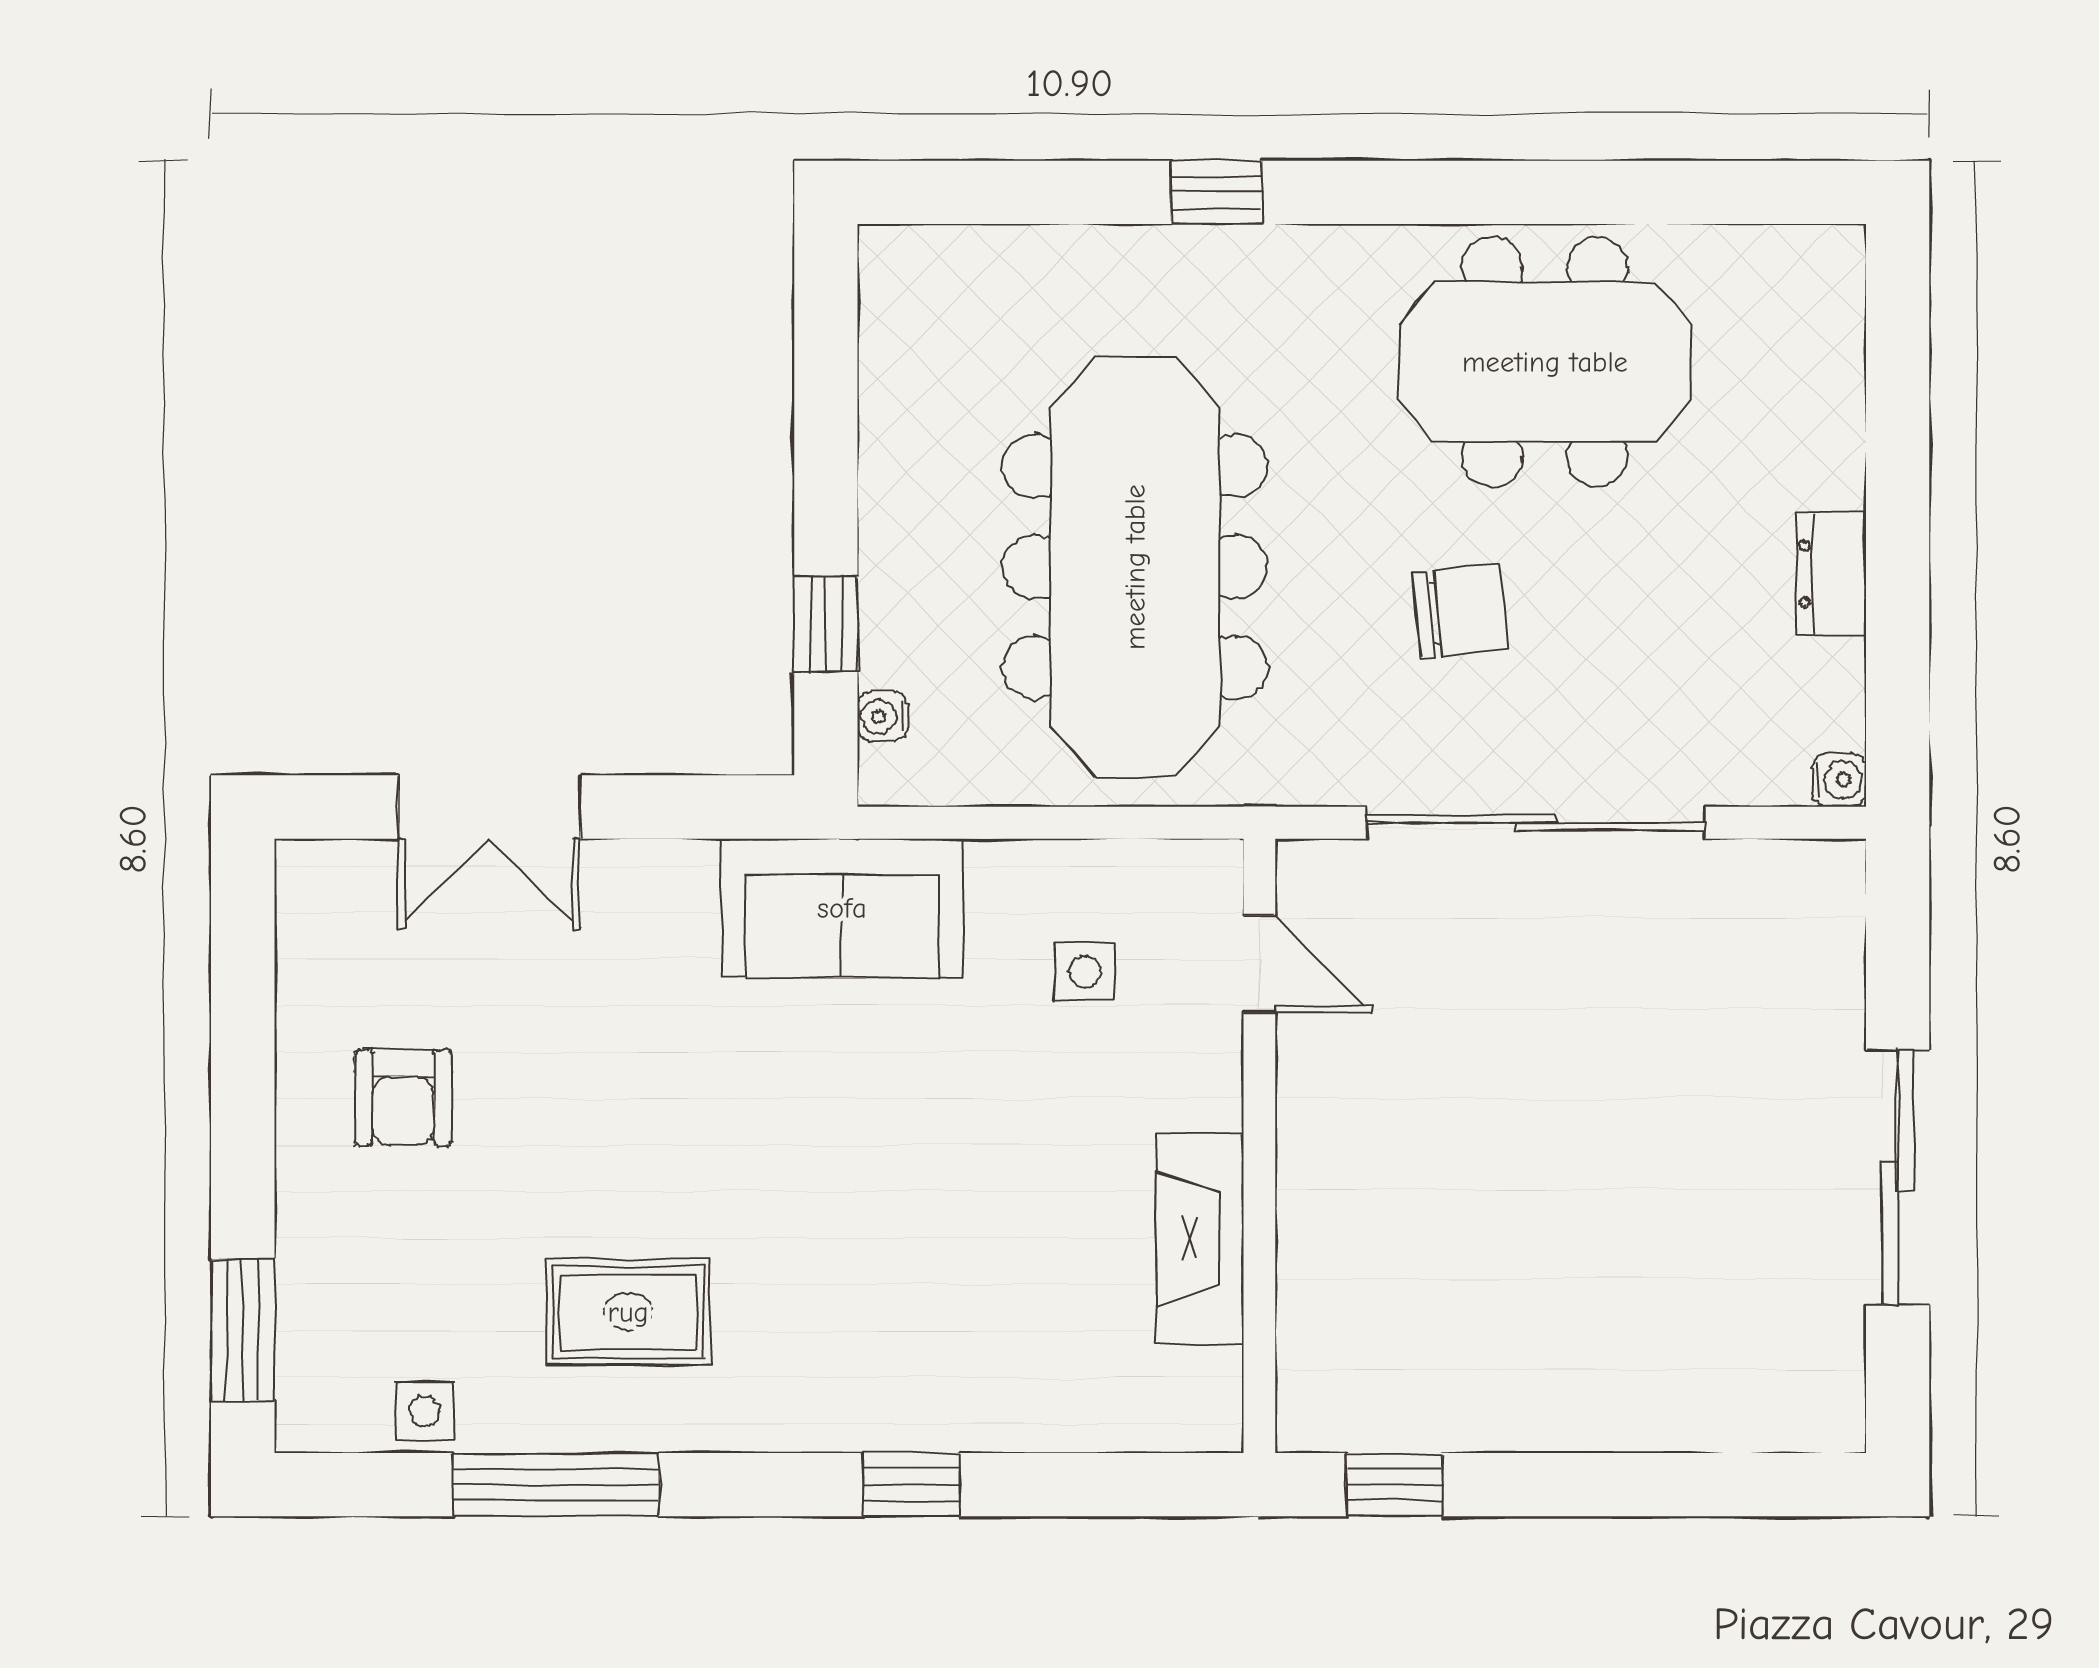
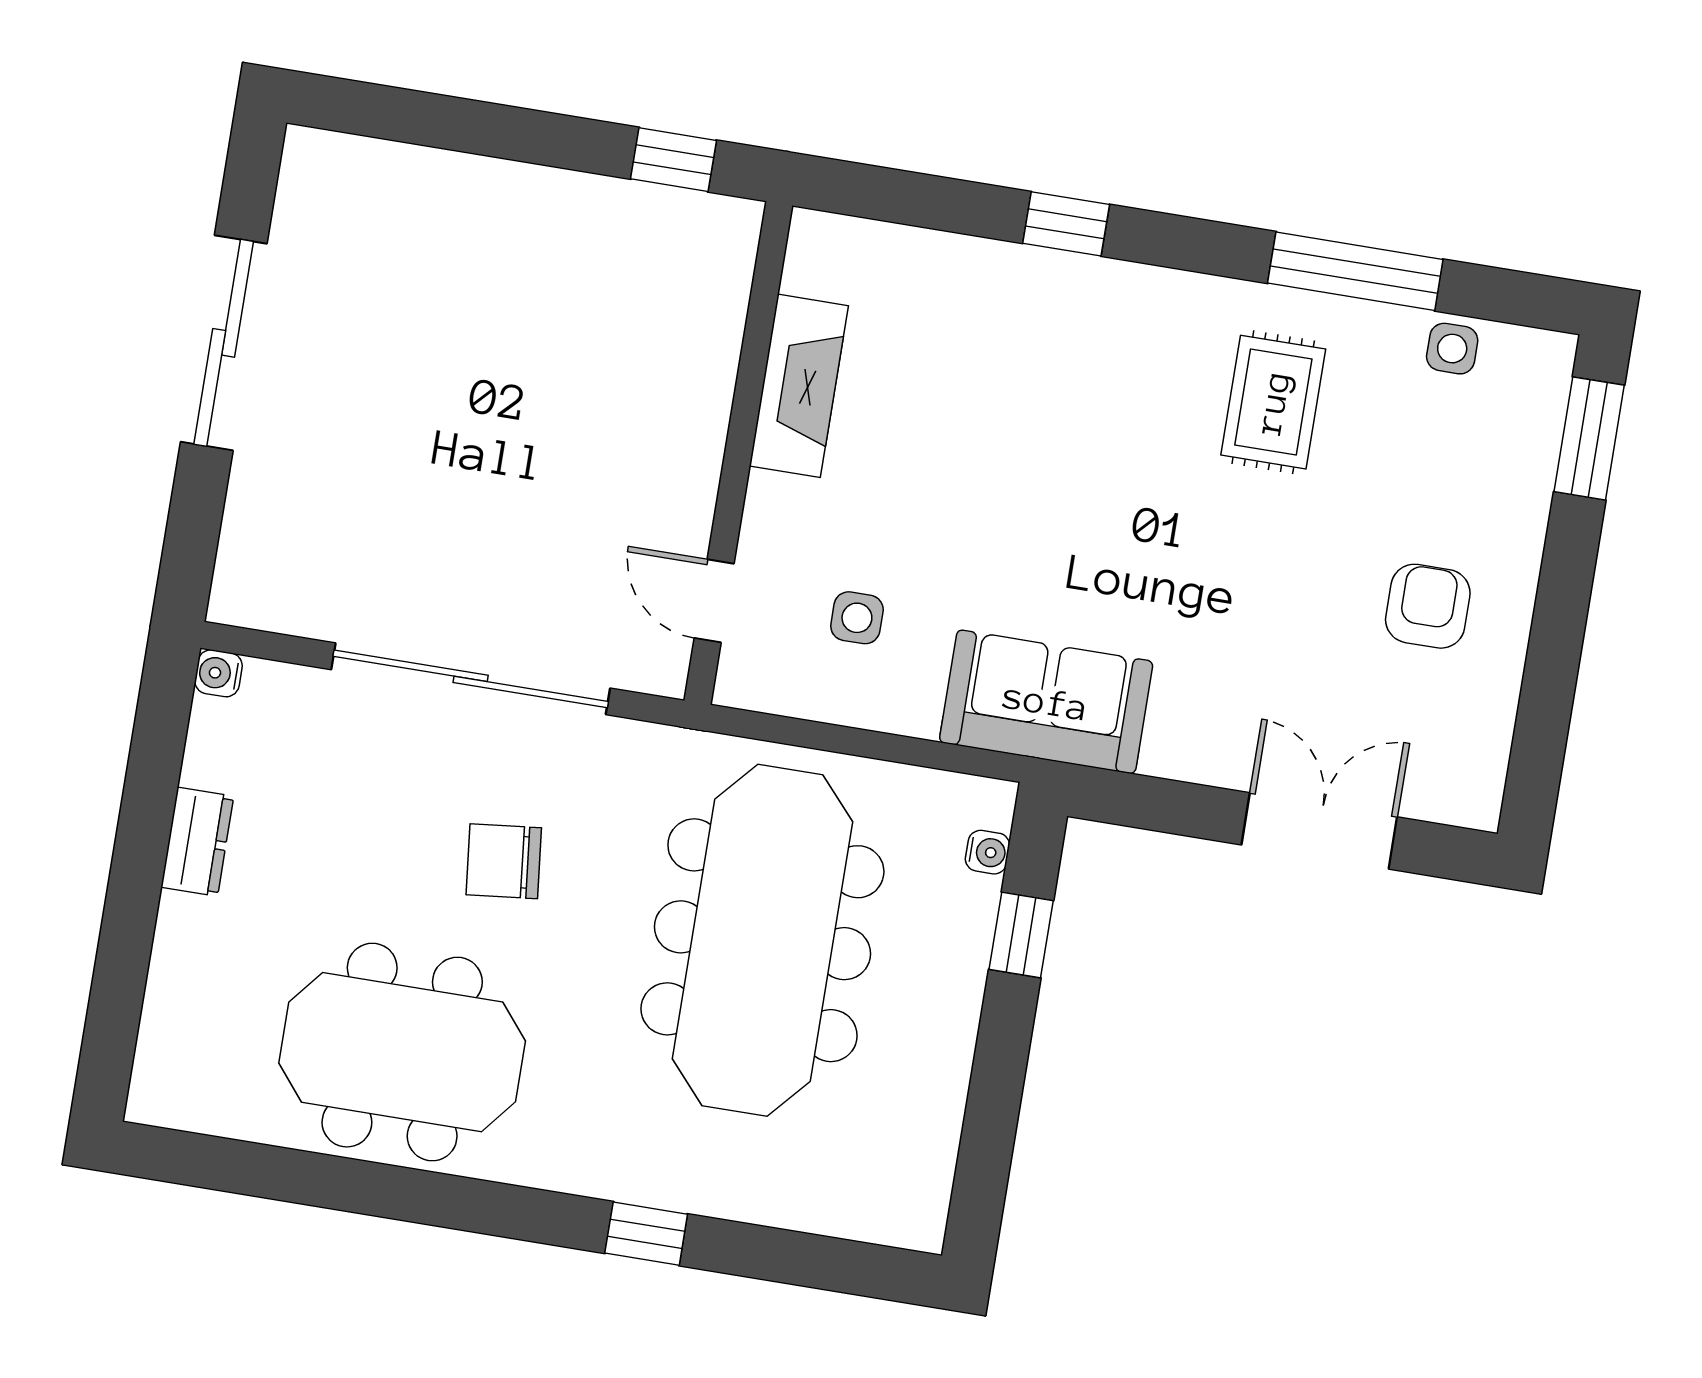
rug: (628, 1312) -> (1273, 402), turned 90

